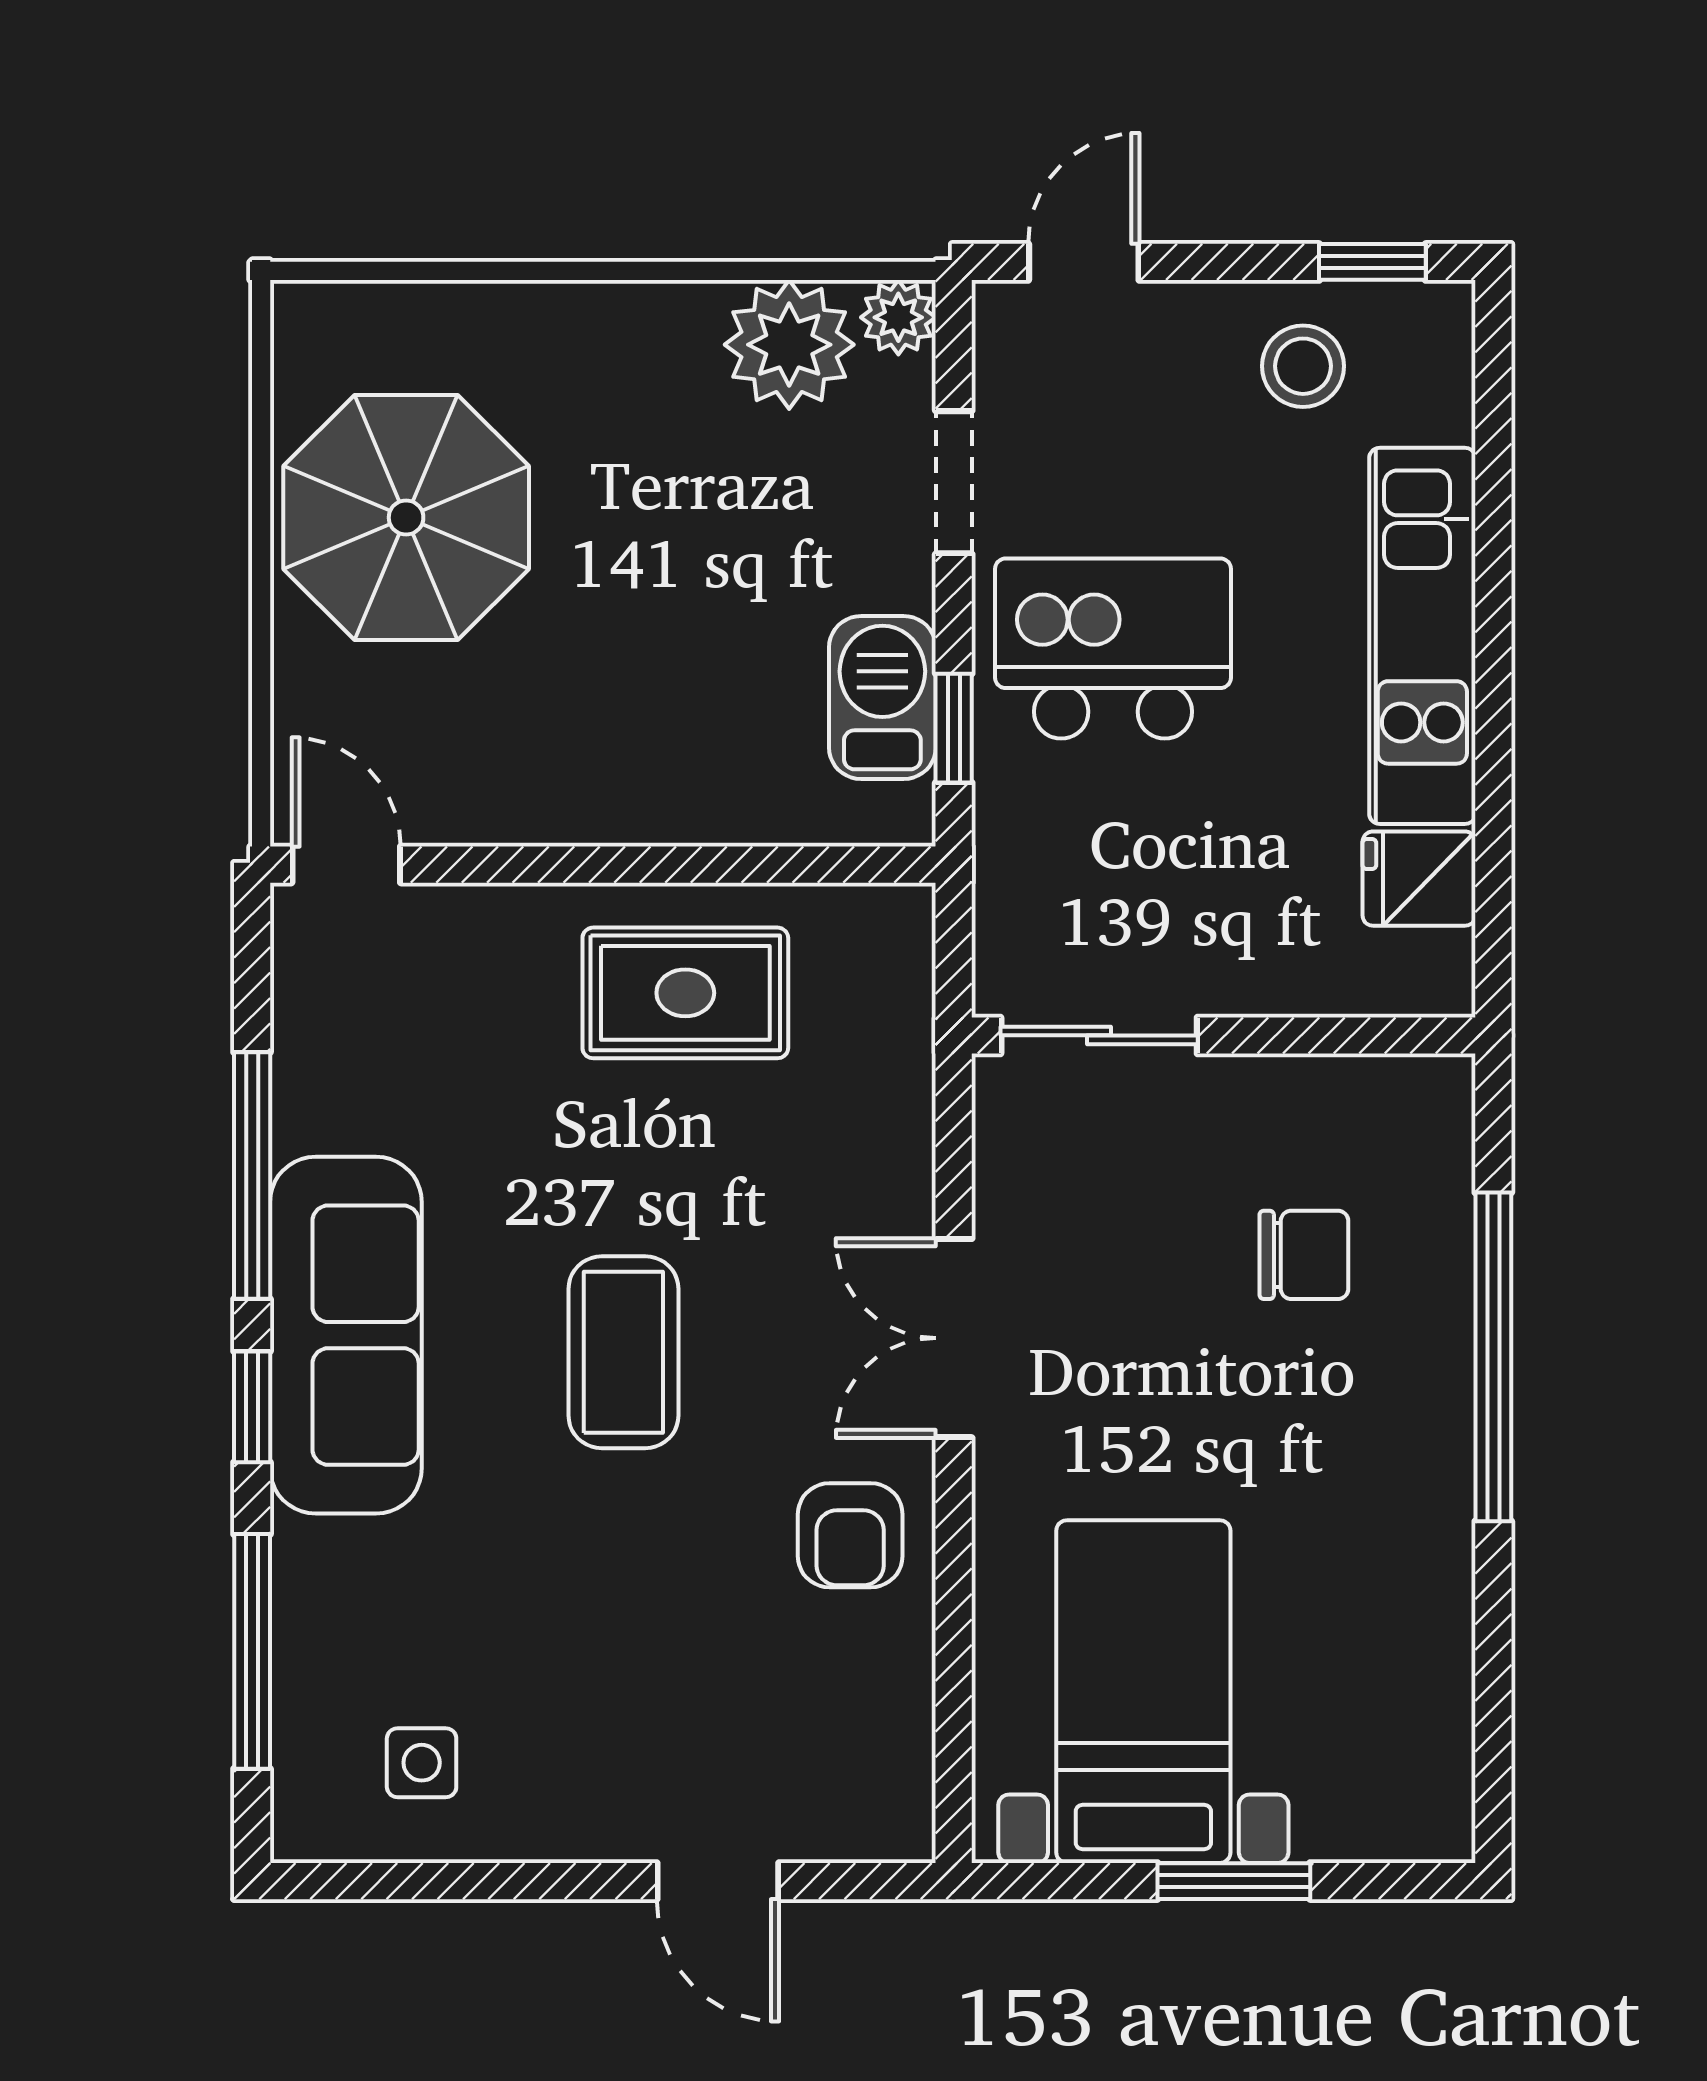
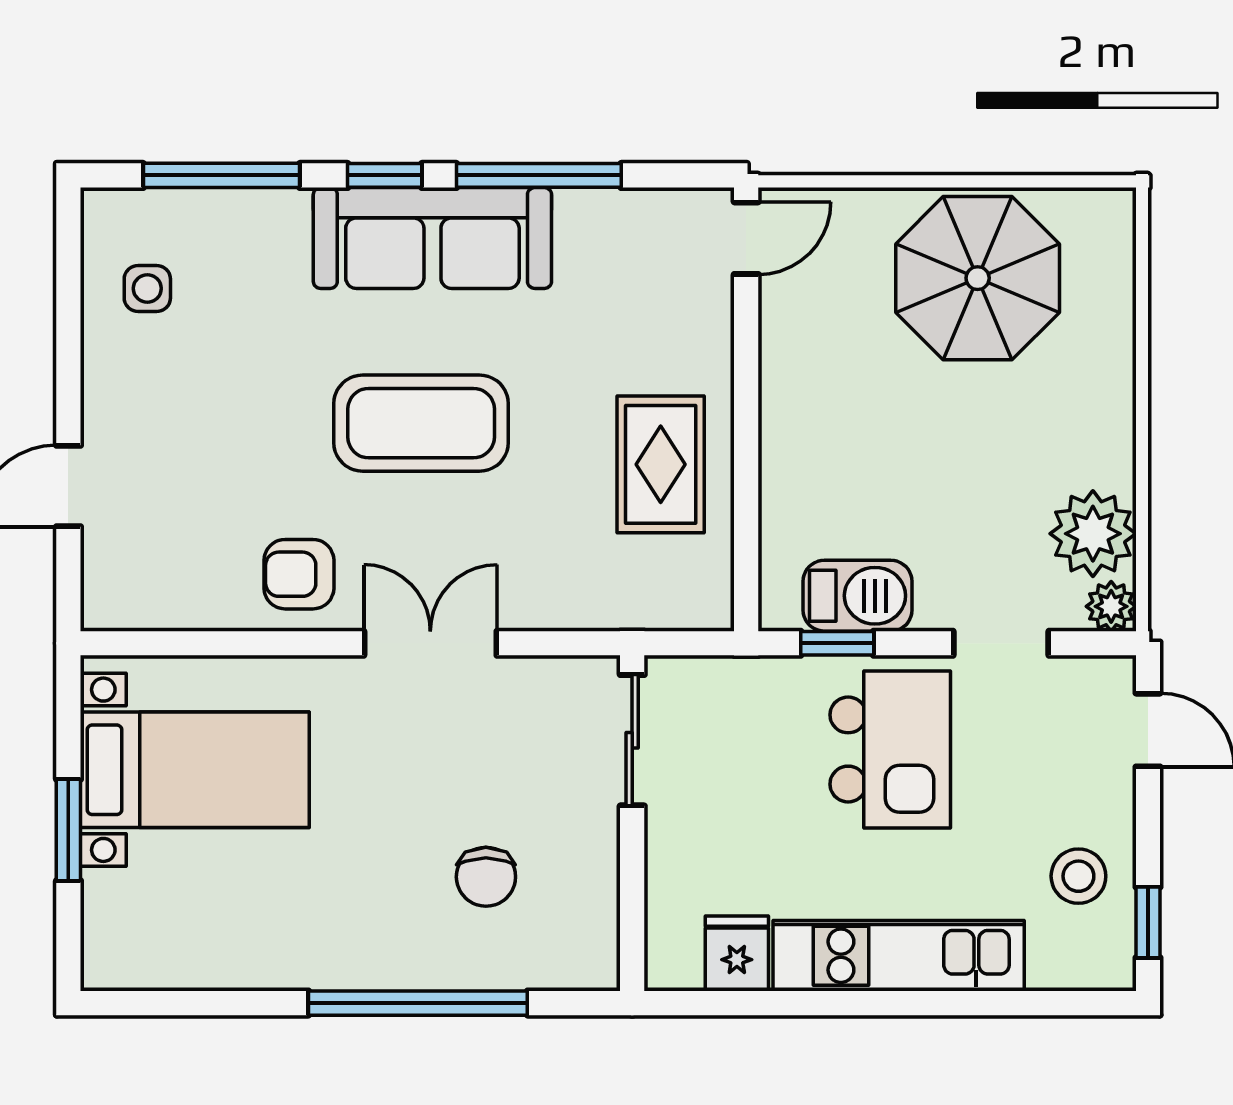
coffee table: (623, 1352) -> (421, 423), width x1.36, depth x1.32

